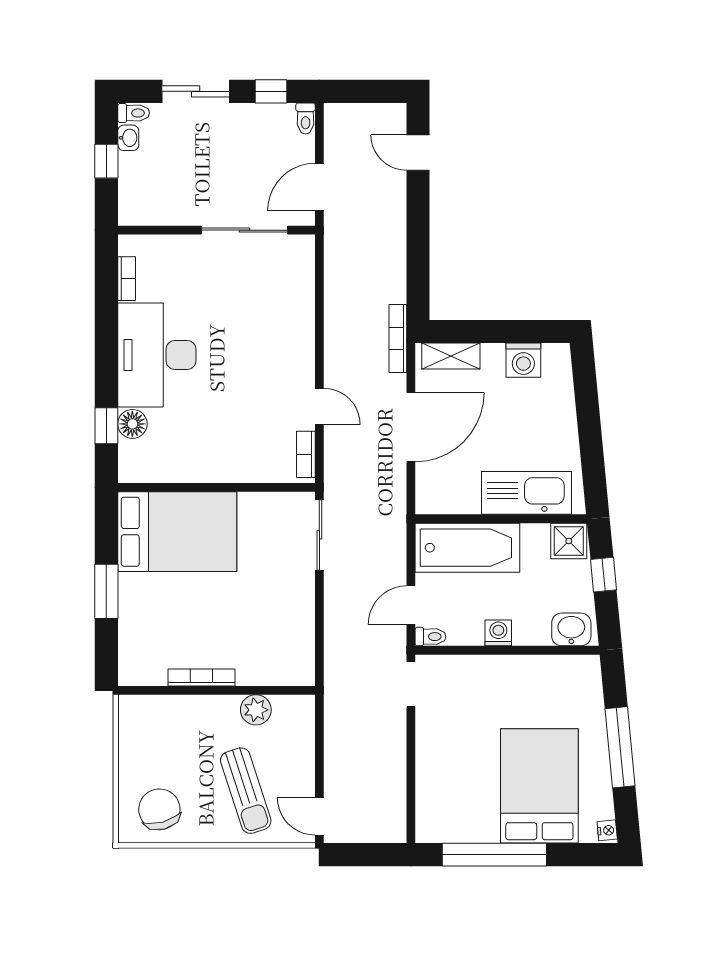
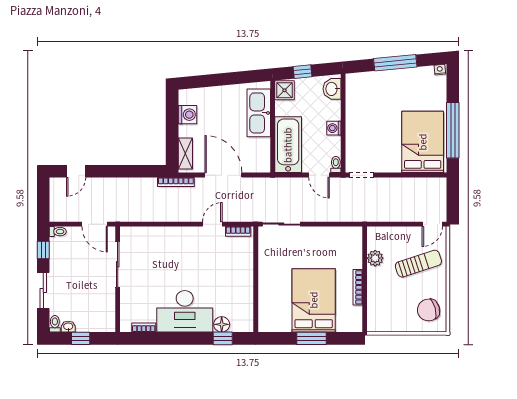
bed: (177, 532) -> (314, 300), moved
bed: (539, 786) -> (423, 142), moved, turned 90

